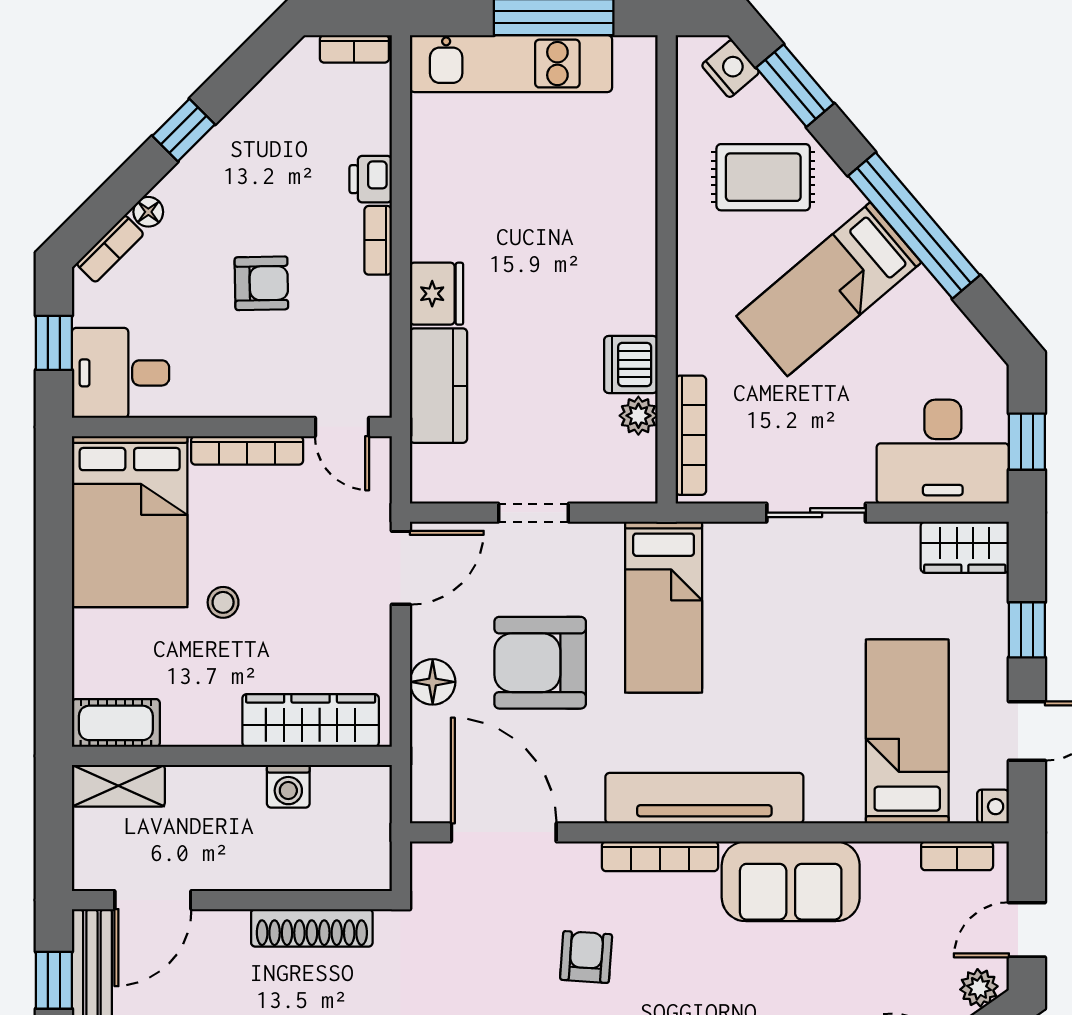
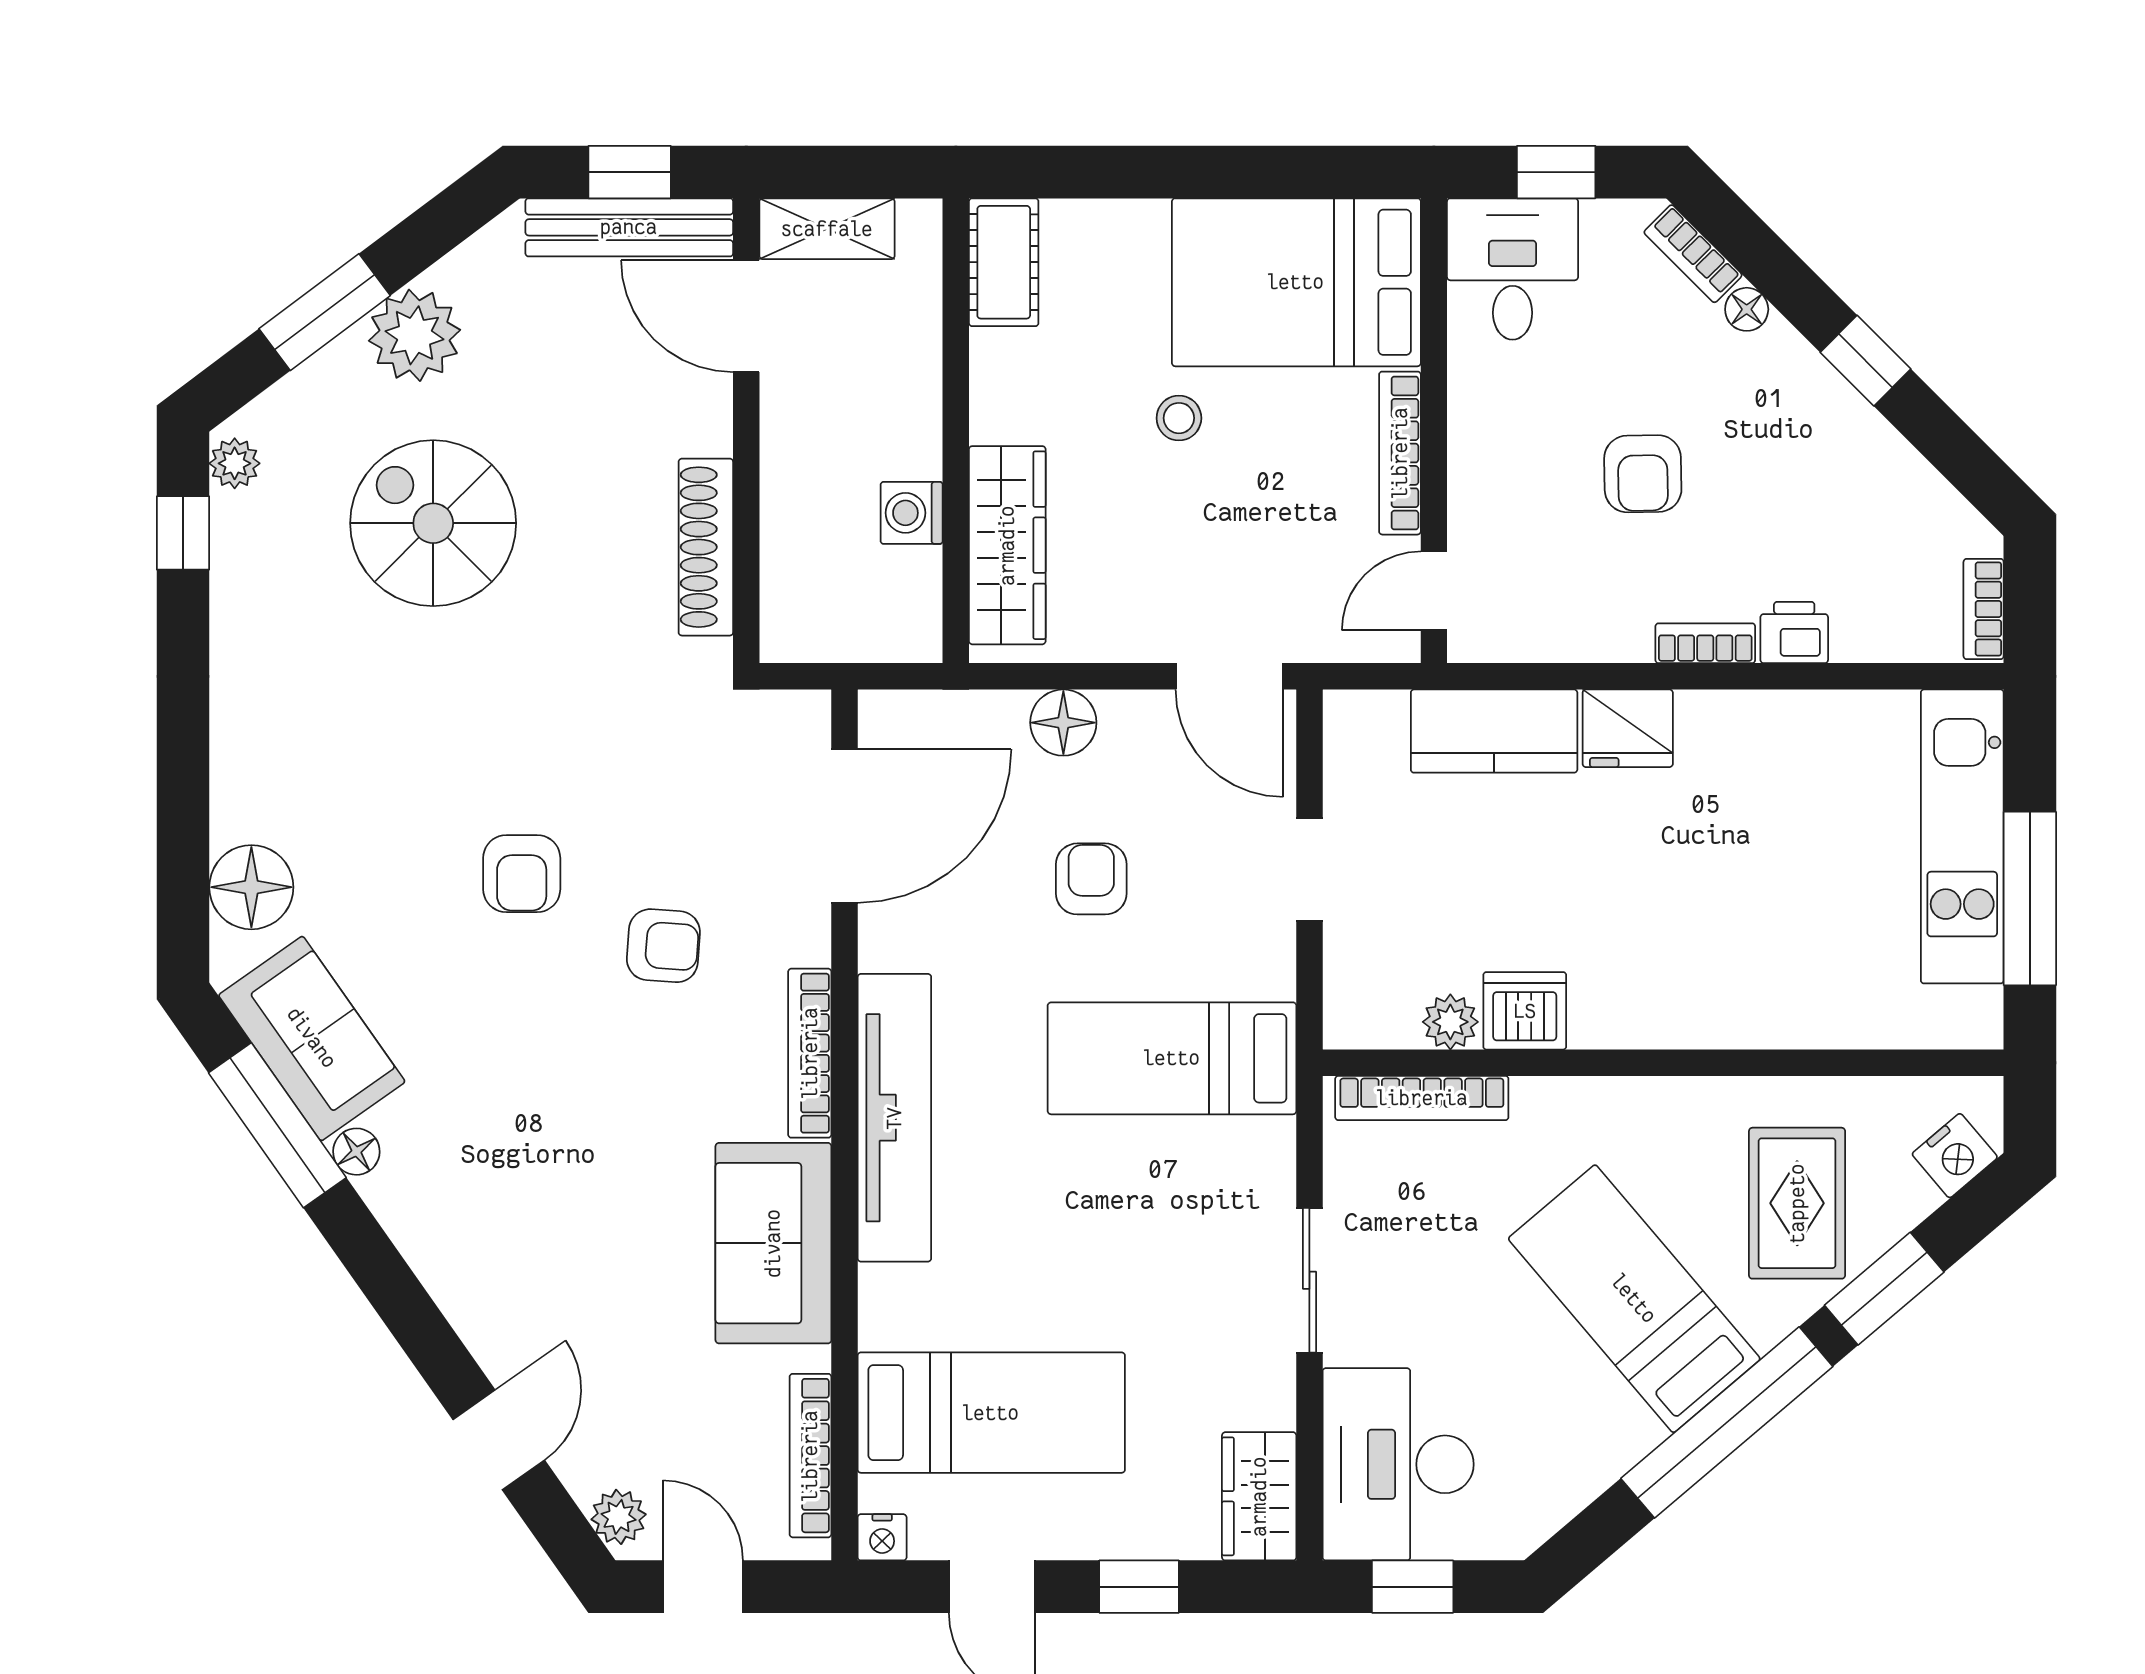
window: (795, 86) -> (1884, 1289), moved
armchair: (540, 663) -> (1091, 879), width x0.53, depth x0.53
shelving: (118, 786) -> (827, 229), moved, turned 90
bookcase: (957, 856) -> (810, 1456), width x1.56

